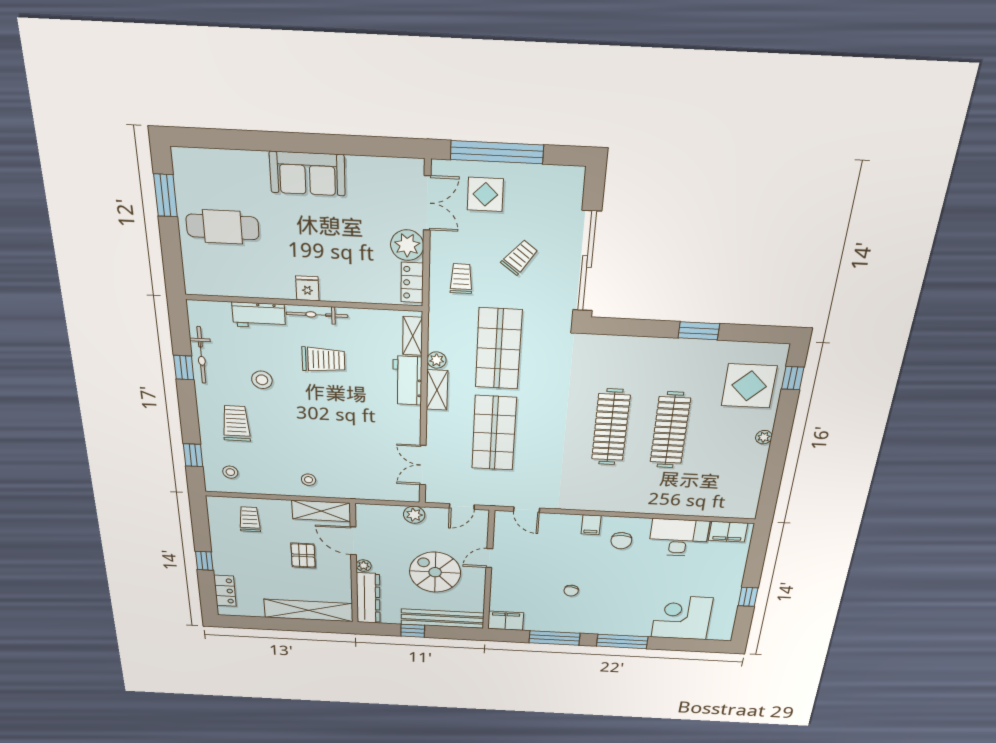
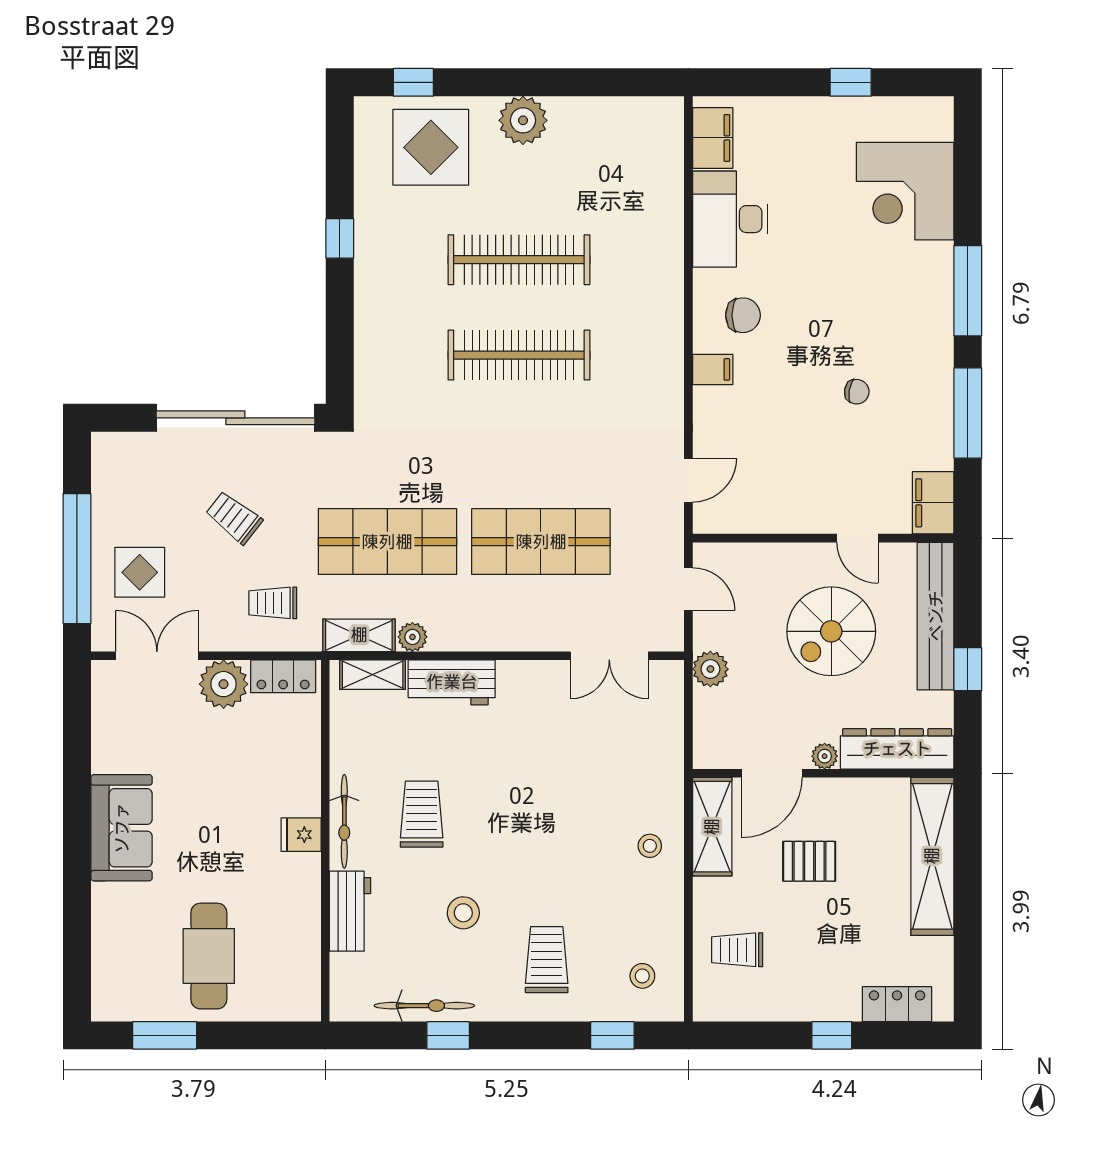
window: (699, 331) -> (340, 238), width x0.67
shelving: (437, 390) -> (359, 635), moved
trolley: (236, 423) -> (547, 960), turned 90
plant: (764, 437) -> (523, 120), width x1.87, depth x1.87
door: (489, 558) -> (857, 538), moved

